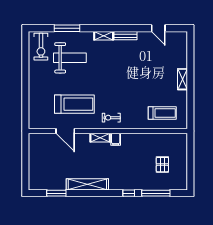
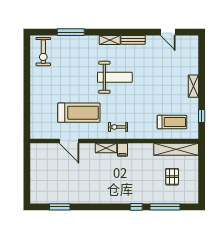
weight bench: (70, 58) -> (115, 77), moved
window: (190, 107) -> (202, 116), added
shelving: (87, 184) -> (176, 149), moved

